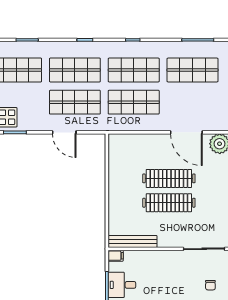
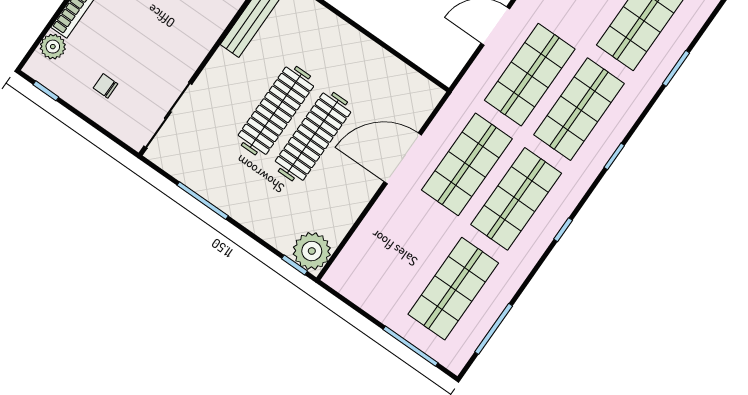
door: (186, 132) -> (403, 158), moved

